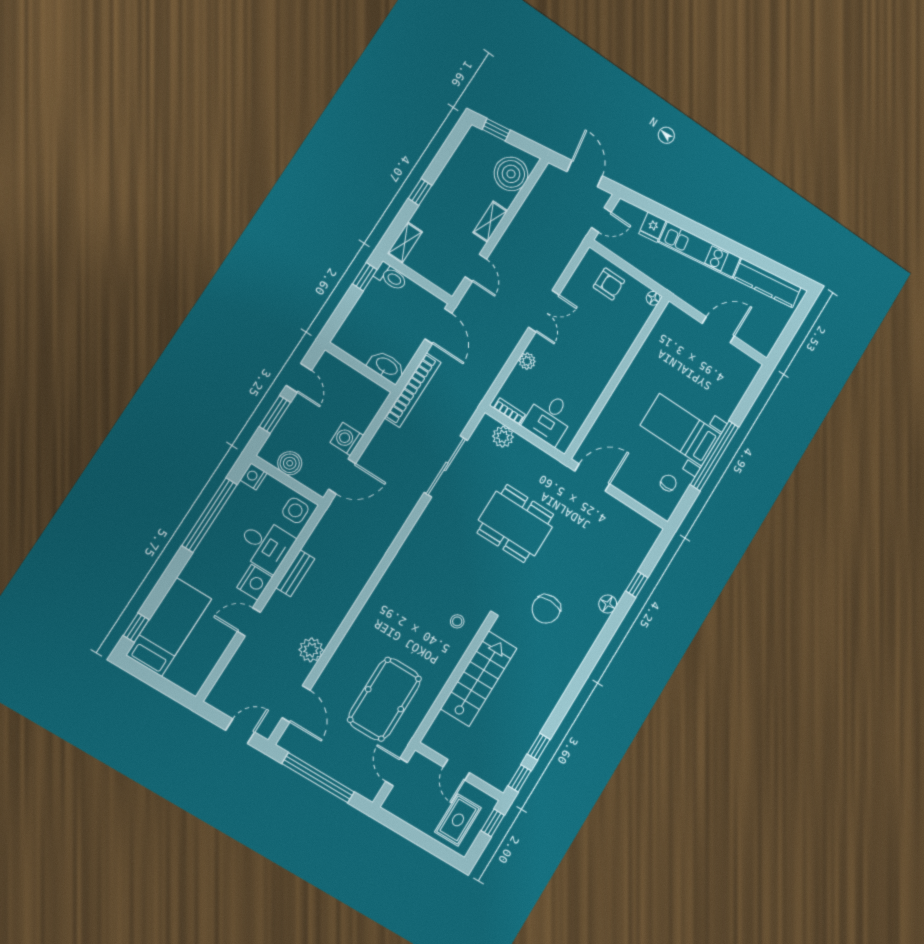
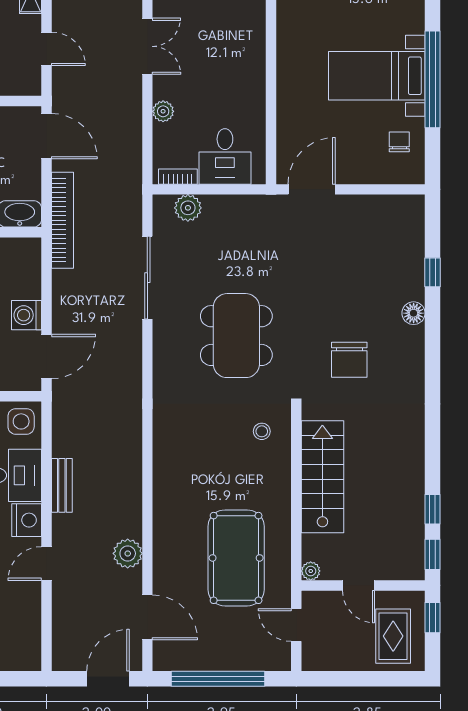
dining table: (515, 524) -> (236, 336), moved, turned 90
door: (240, 731) -> (108, 679), width x1.38
plant: (430, 740) -> (311, 571), added

